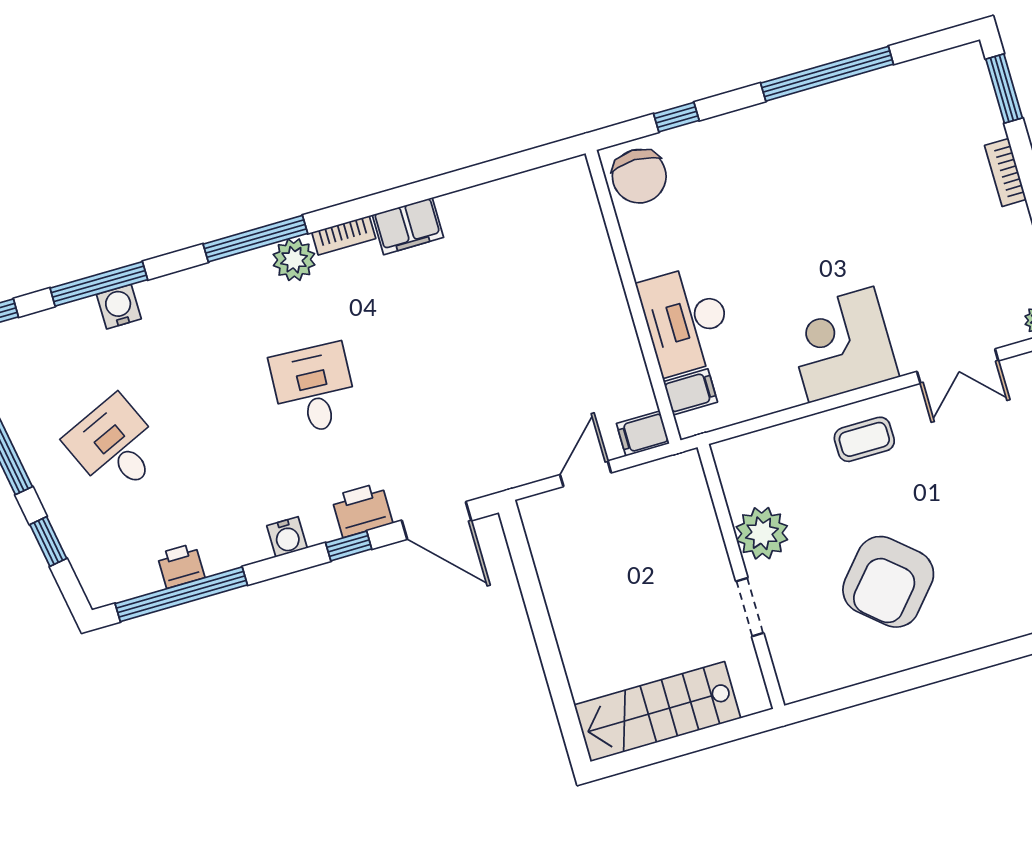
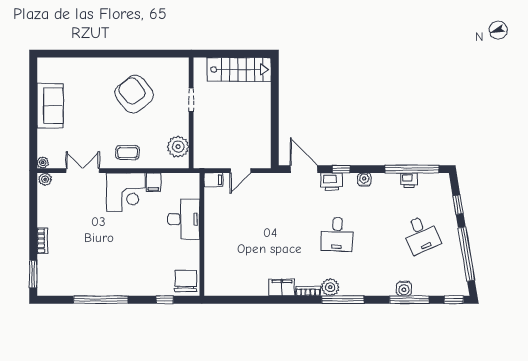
filing cabinet: (690, 392) -> (153, 182), moved, turned -90
plant: (762, 533) -> (178, 147), moved
armchair: (888, 582) -> (134, 94), turned -79

